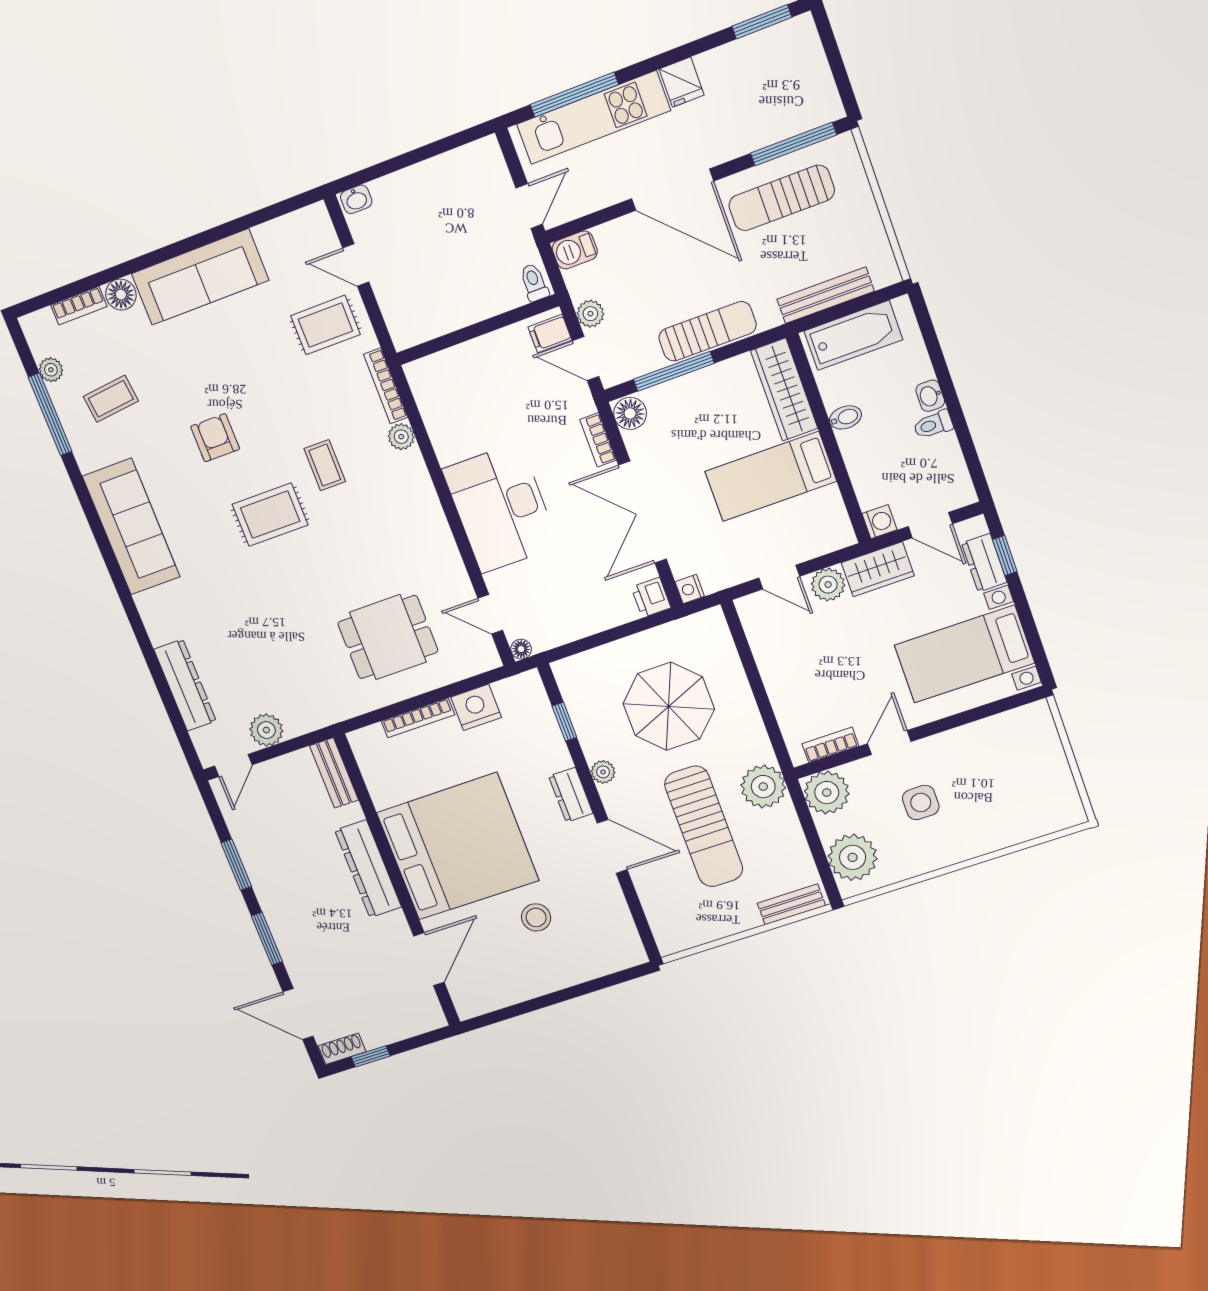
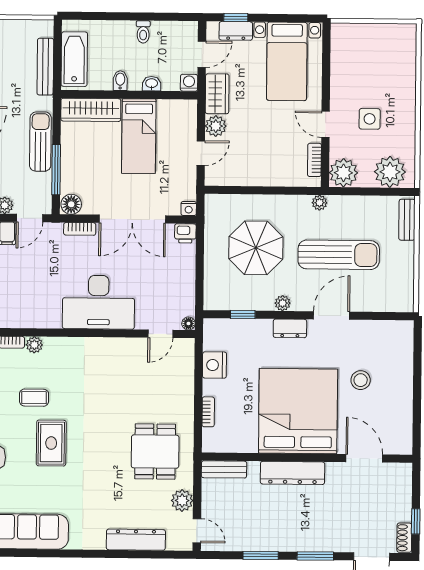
washbasin: (930, 396) -> (152, 84), moved, turned 180
dining table: (388, 637) -> (155, 452), moved
bookcase: (418, 718) -> (208, 412), width x0.64
plant: (763, 787) -> (320, 203), width x0.53, depth x0.53

